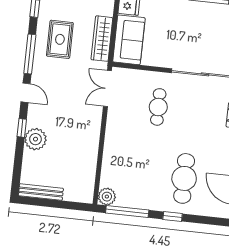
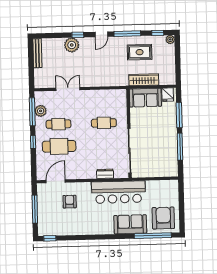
double door: (107, 89) -> (68, 89), moved
cafe table: (151, 175) -> (58, 124), added
plant: (107, 197) -> (41, 111), moved

